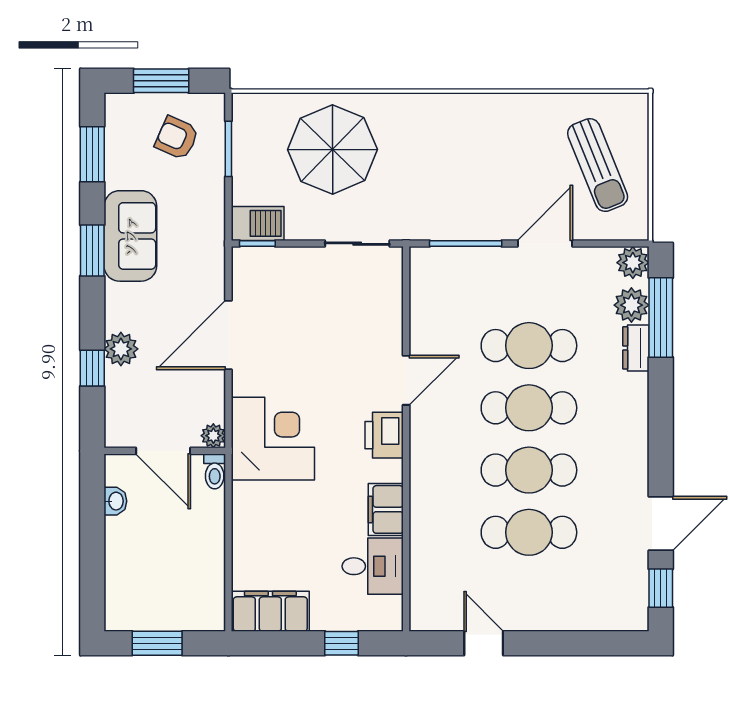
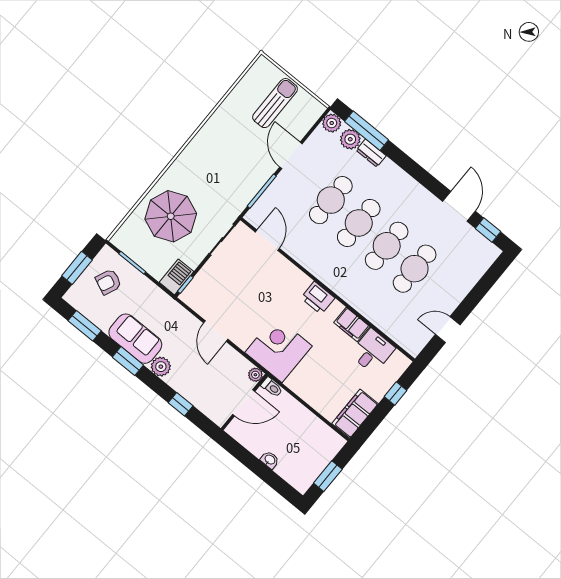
sun lounger: (598, 165) -> (275, 103), turned -68
door: (228, 335) -> (216, 331), width x0.73
plant: (121, 349) -> (161, 367), moved
door: (406, 380) -> (267, 240), moved
washbasin: (115, 501) -> (270, 460), moved

